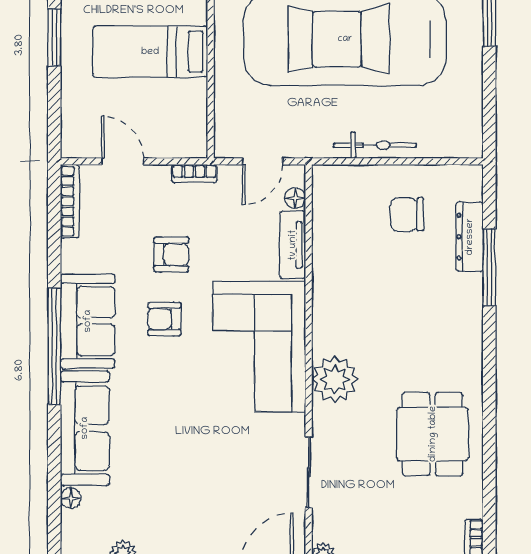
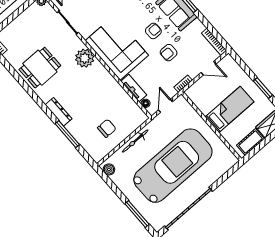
boiler: (469, 135) -> (109, 169), added
dresser: (470, 237) -> (59, 112), moved
dining table: (433, 434) -> (40, 68), turned 90

